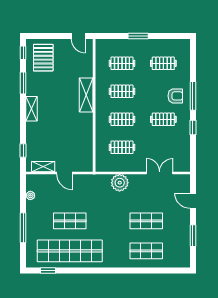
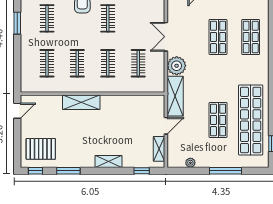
window: (138, 36) -> (17, 23), moved
shelving: (32, 109) -> (109, 162), moved
double door: (160, 173) -> (166, 37), moved
shelving: (92, 181) -> (175, 96), added

